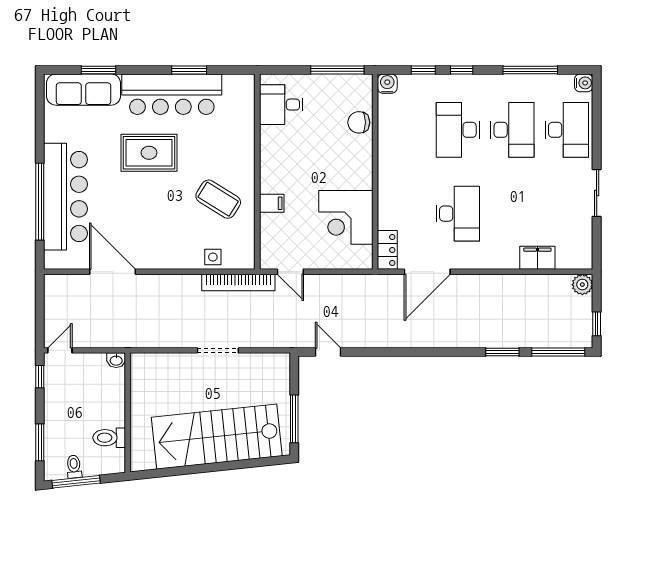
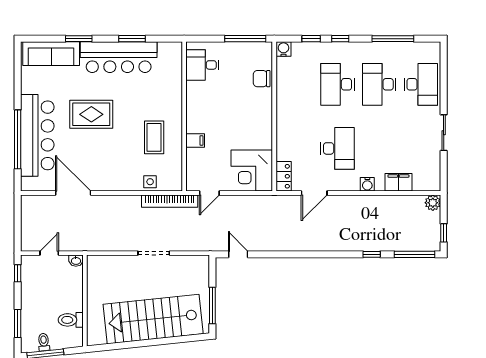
window: (99, 70) -> (79, 39), moved
water cooler: (584, 83) -> (367, 184), moved, turned 90
desk: (512, 130) -> (379, 84), turned 180
rug: (149, 153) -> (91, 114), moved
coffee table: (218, 199) -> (154, 137), turned 58
corner desk: (346, 217) -> (252, 171), moved
door: (290, 272) -> (209, 193), hinge flipped
door: (427, 272) -> (314, 193), width x0.73
door: (60, 350) -> (49, 253), moved
window: (502, 352) -> (372, 254), width x0.67

